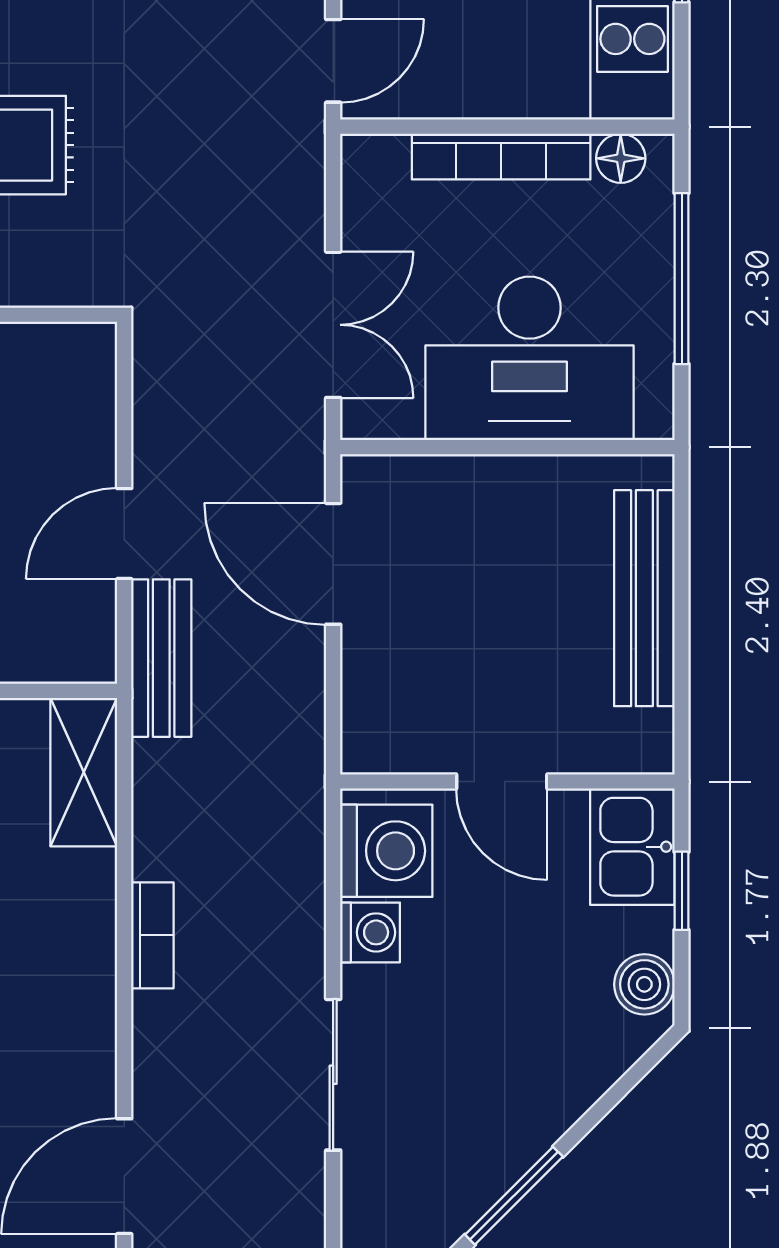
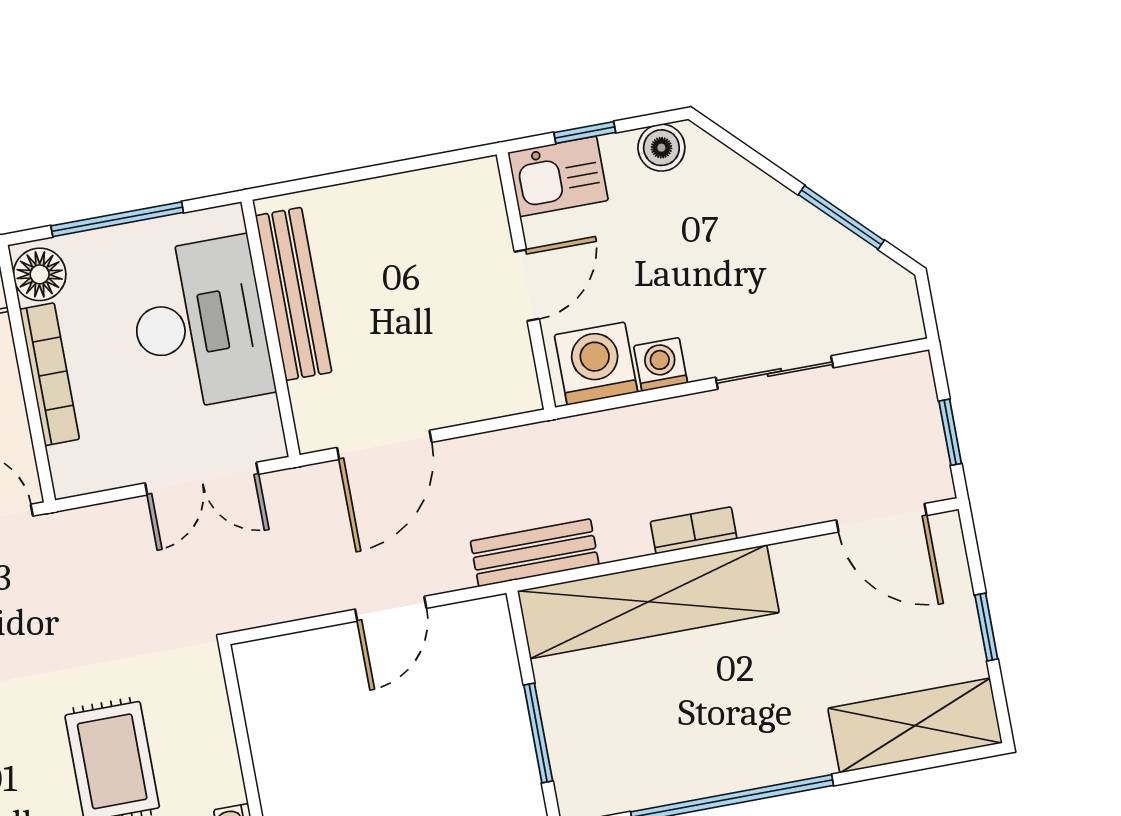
floor lamp: (621, 158) -> (40, 274), width x1.37, depth x1.37
double door: (333, 325) -> (202, 479), swing flipped
door: (124, 534) -> (391, 609), hinge flipped
bench: (644, 598) -> (294, 294), moved, turned 90
bench: (161, 658) -> (535, 553), moved
shelving: (84, 772) -> (648, 602), width x2.20, depth x1.33

